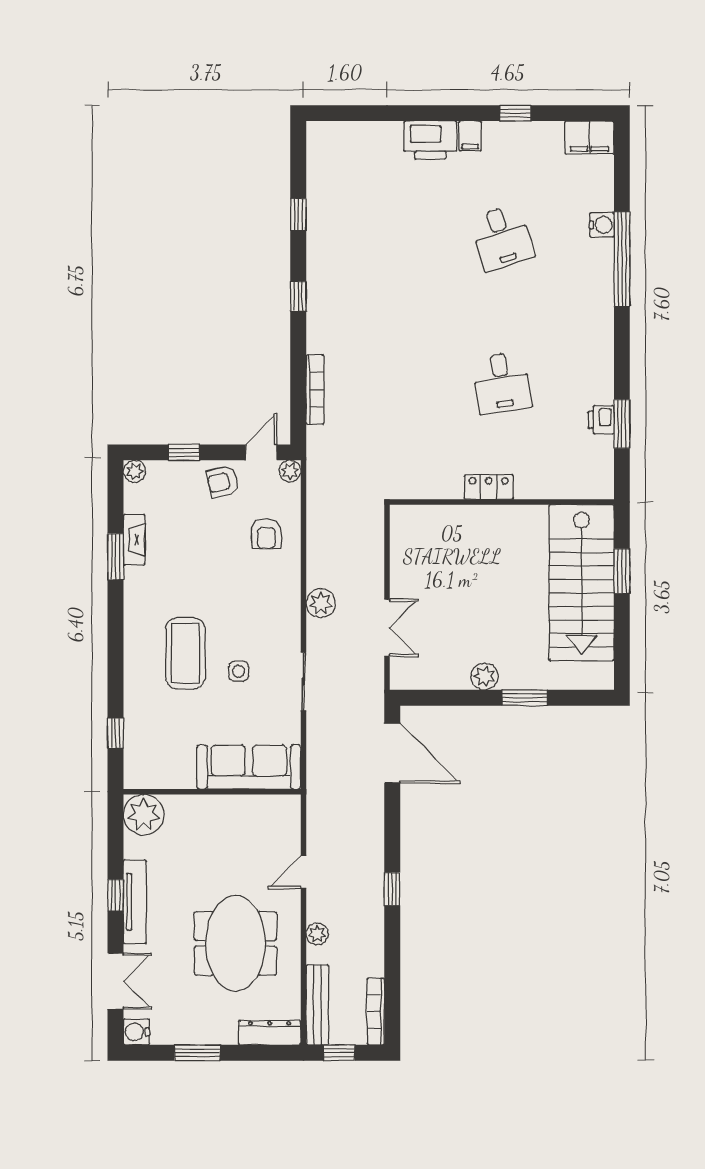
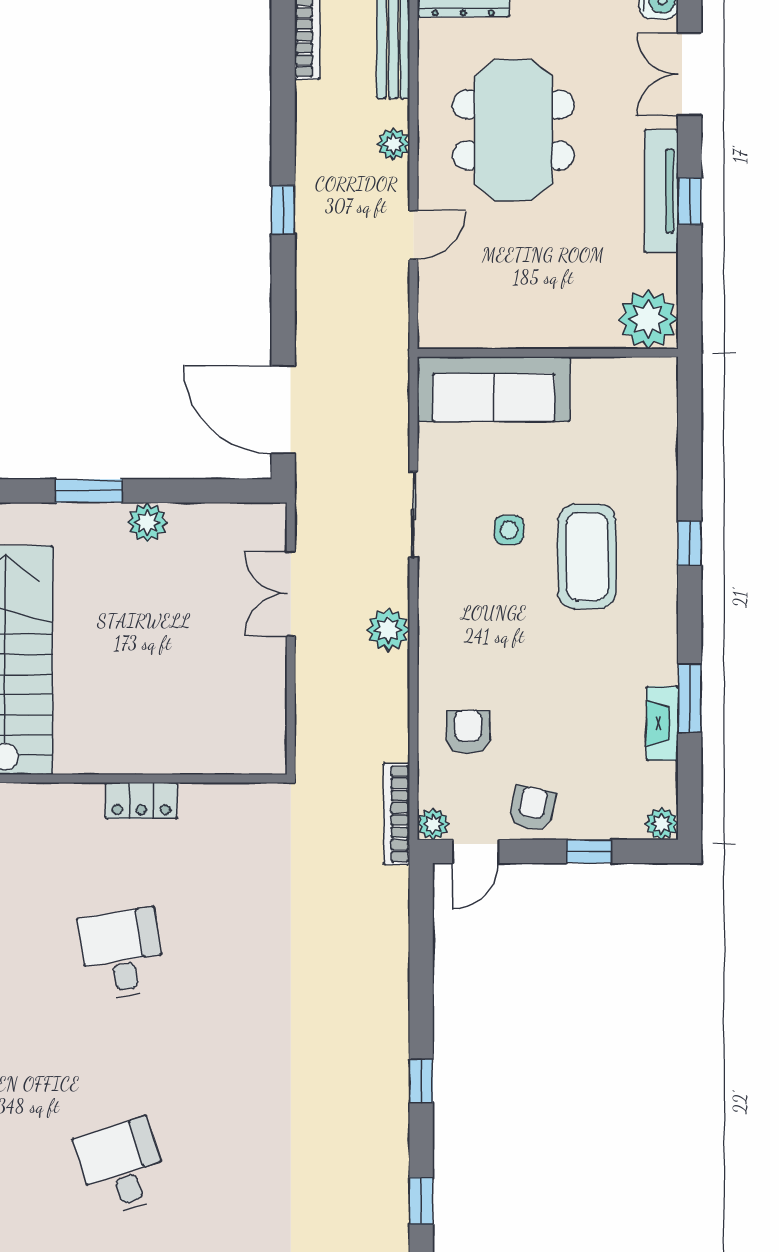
bookcase: (315, 390) -> (397, 814), moved
armchair: (223, 482) -> (532, 808), turned -65
window: (116, 733) -> (690, 543), moved

